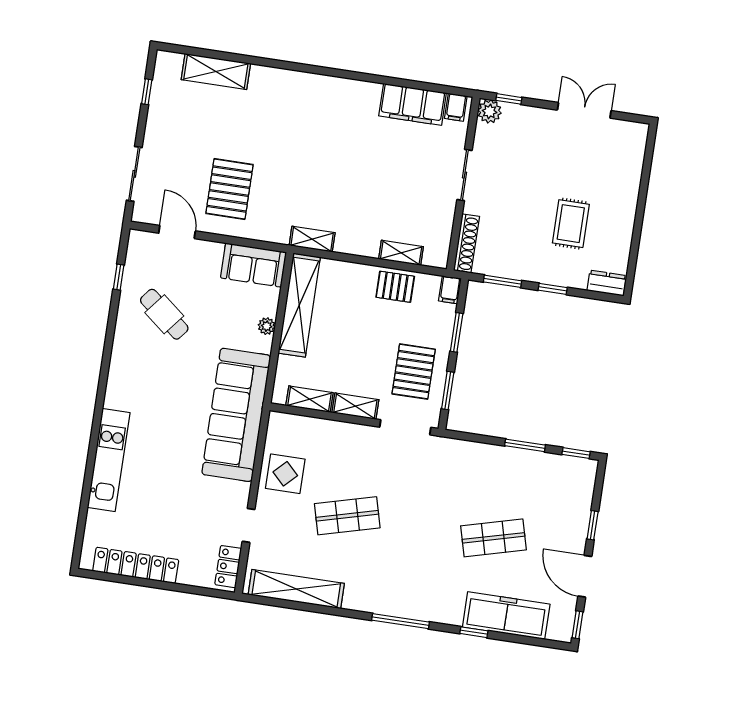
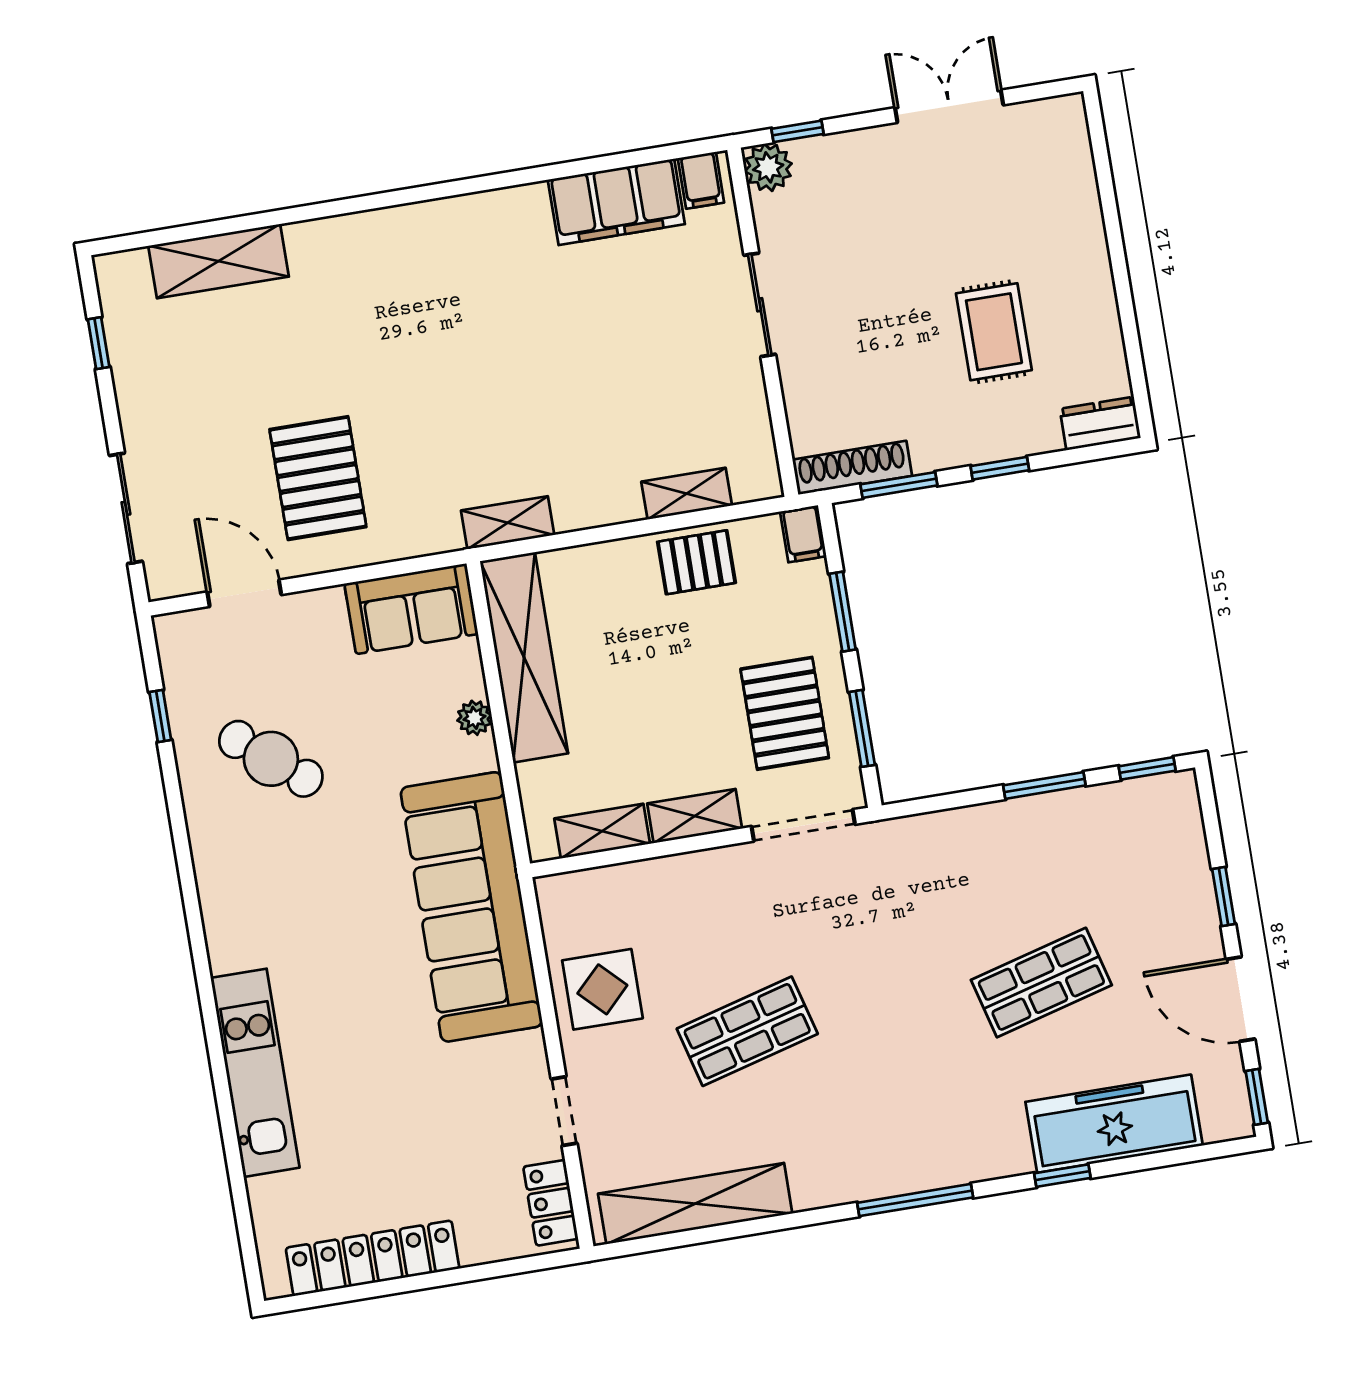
shoe rack: (466, 243) -> (852, 468), moved, turned -90

